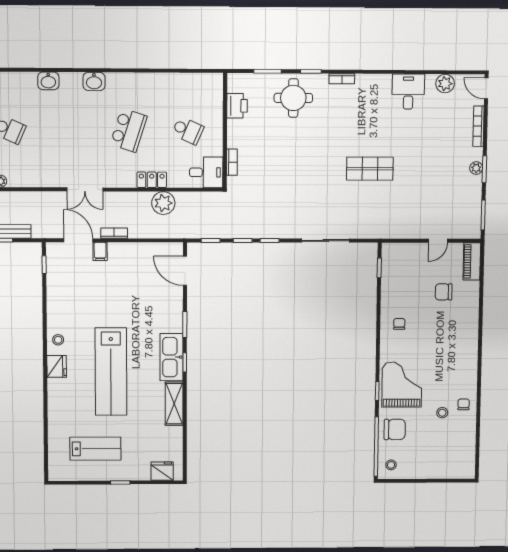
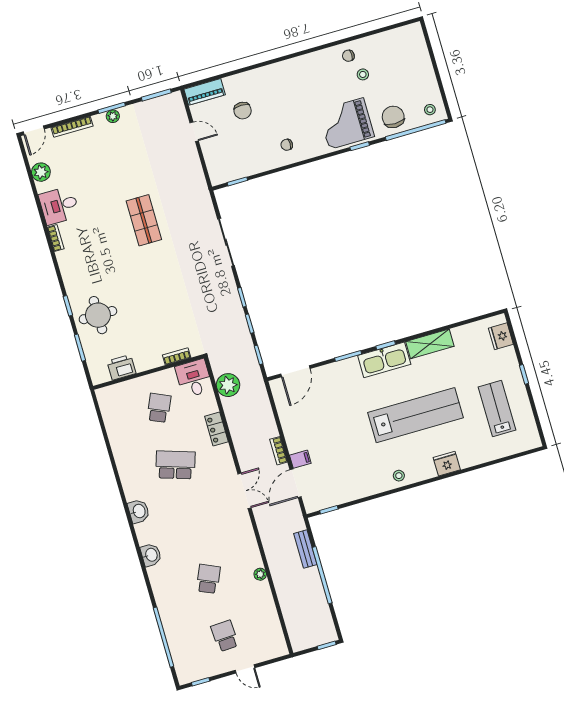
bookcase: (342, 79) -> (56, 238), moved
plant: (163, 203) -> (228, 385), moved
fridge: (57, 366) -> (447, 464), moved

